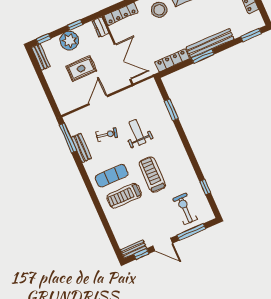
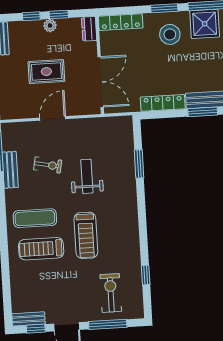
window: (43, 39) -> (31, 16), moved
plant: (69, 41) -> (50, 26), width x0.53, depth x0.53
treadmill: (152, 175) -> (86, 235), turned 180

